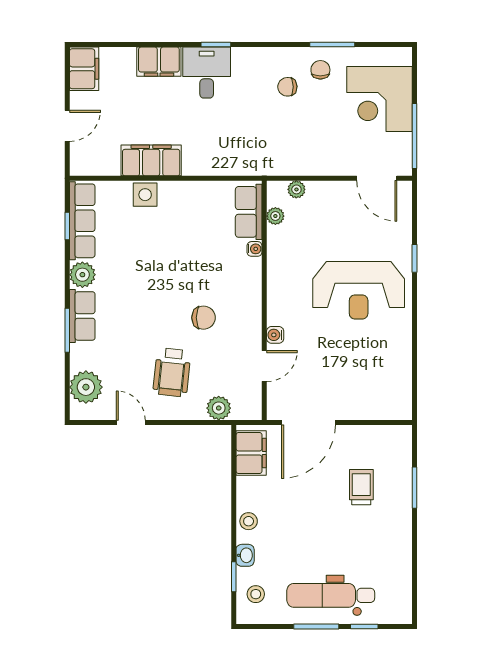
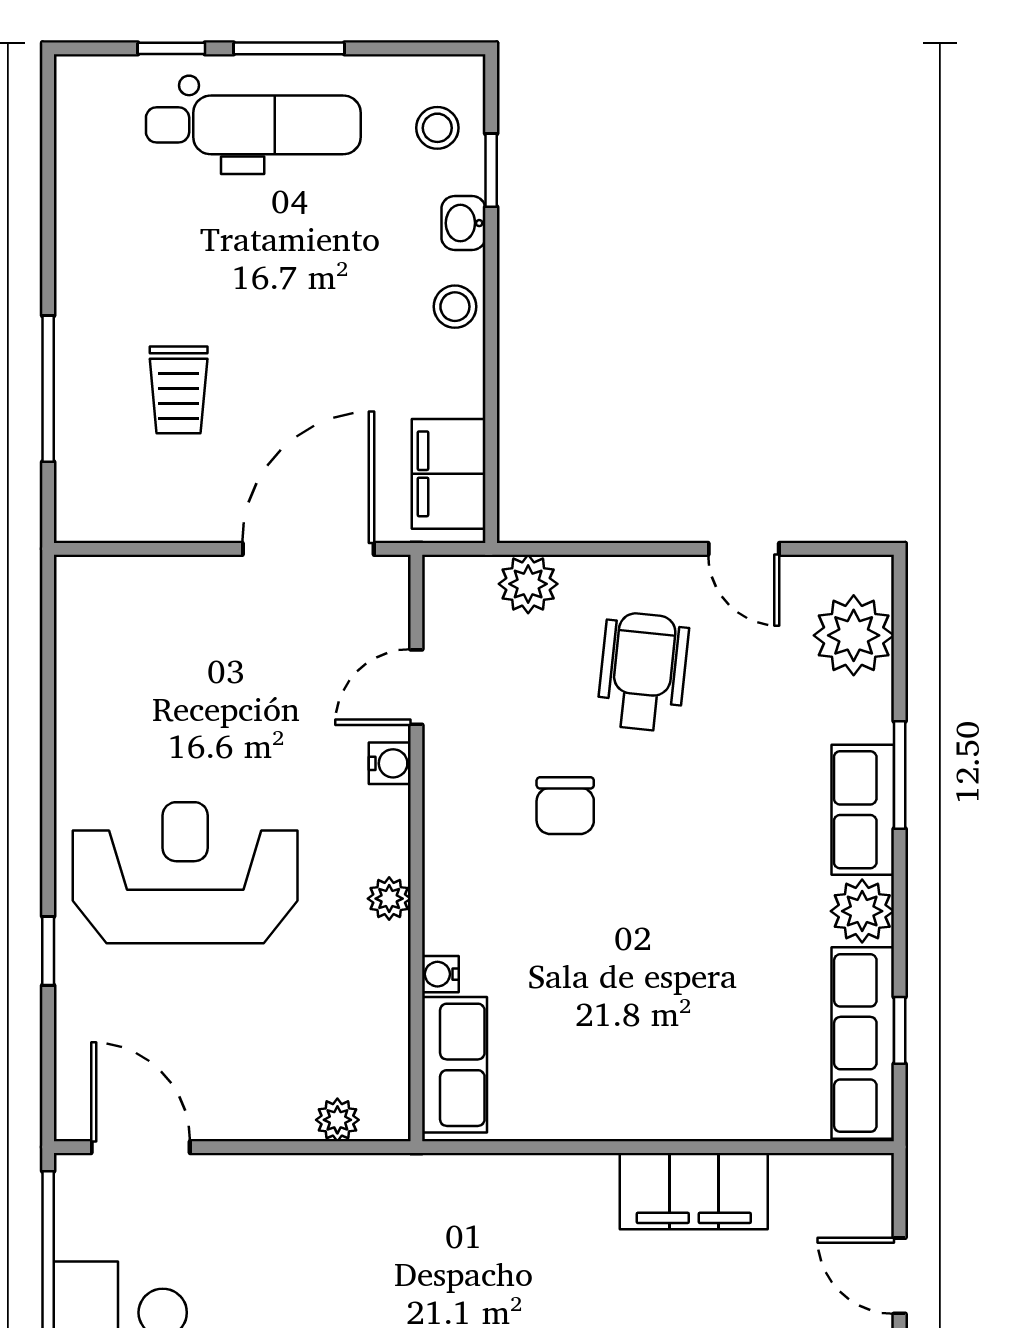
door: (67, 126) -> (900, 1276), hinge flipped
side table: (145, 195) -> (709, 1107), removed
plant: (275, 216) -> (389, 899), moved
chair: (204, 318) -> (565, 806), turned -90
window: (415, 488) -> (48, 389), width x1.44

